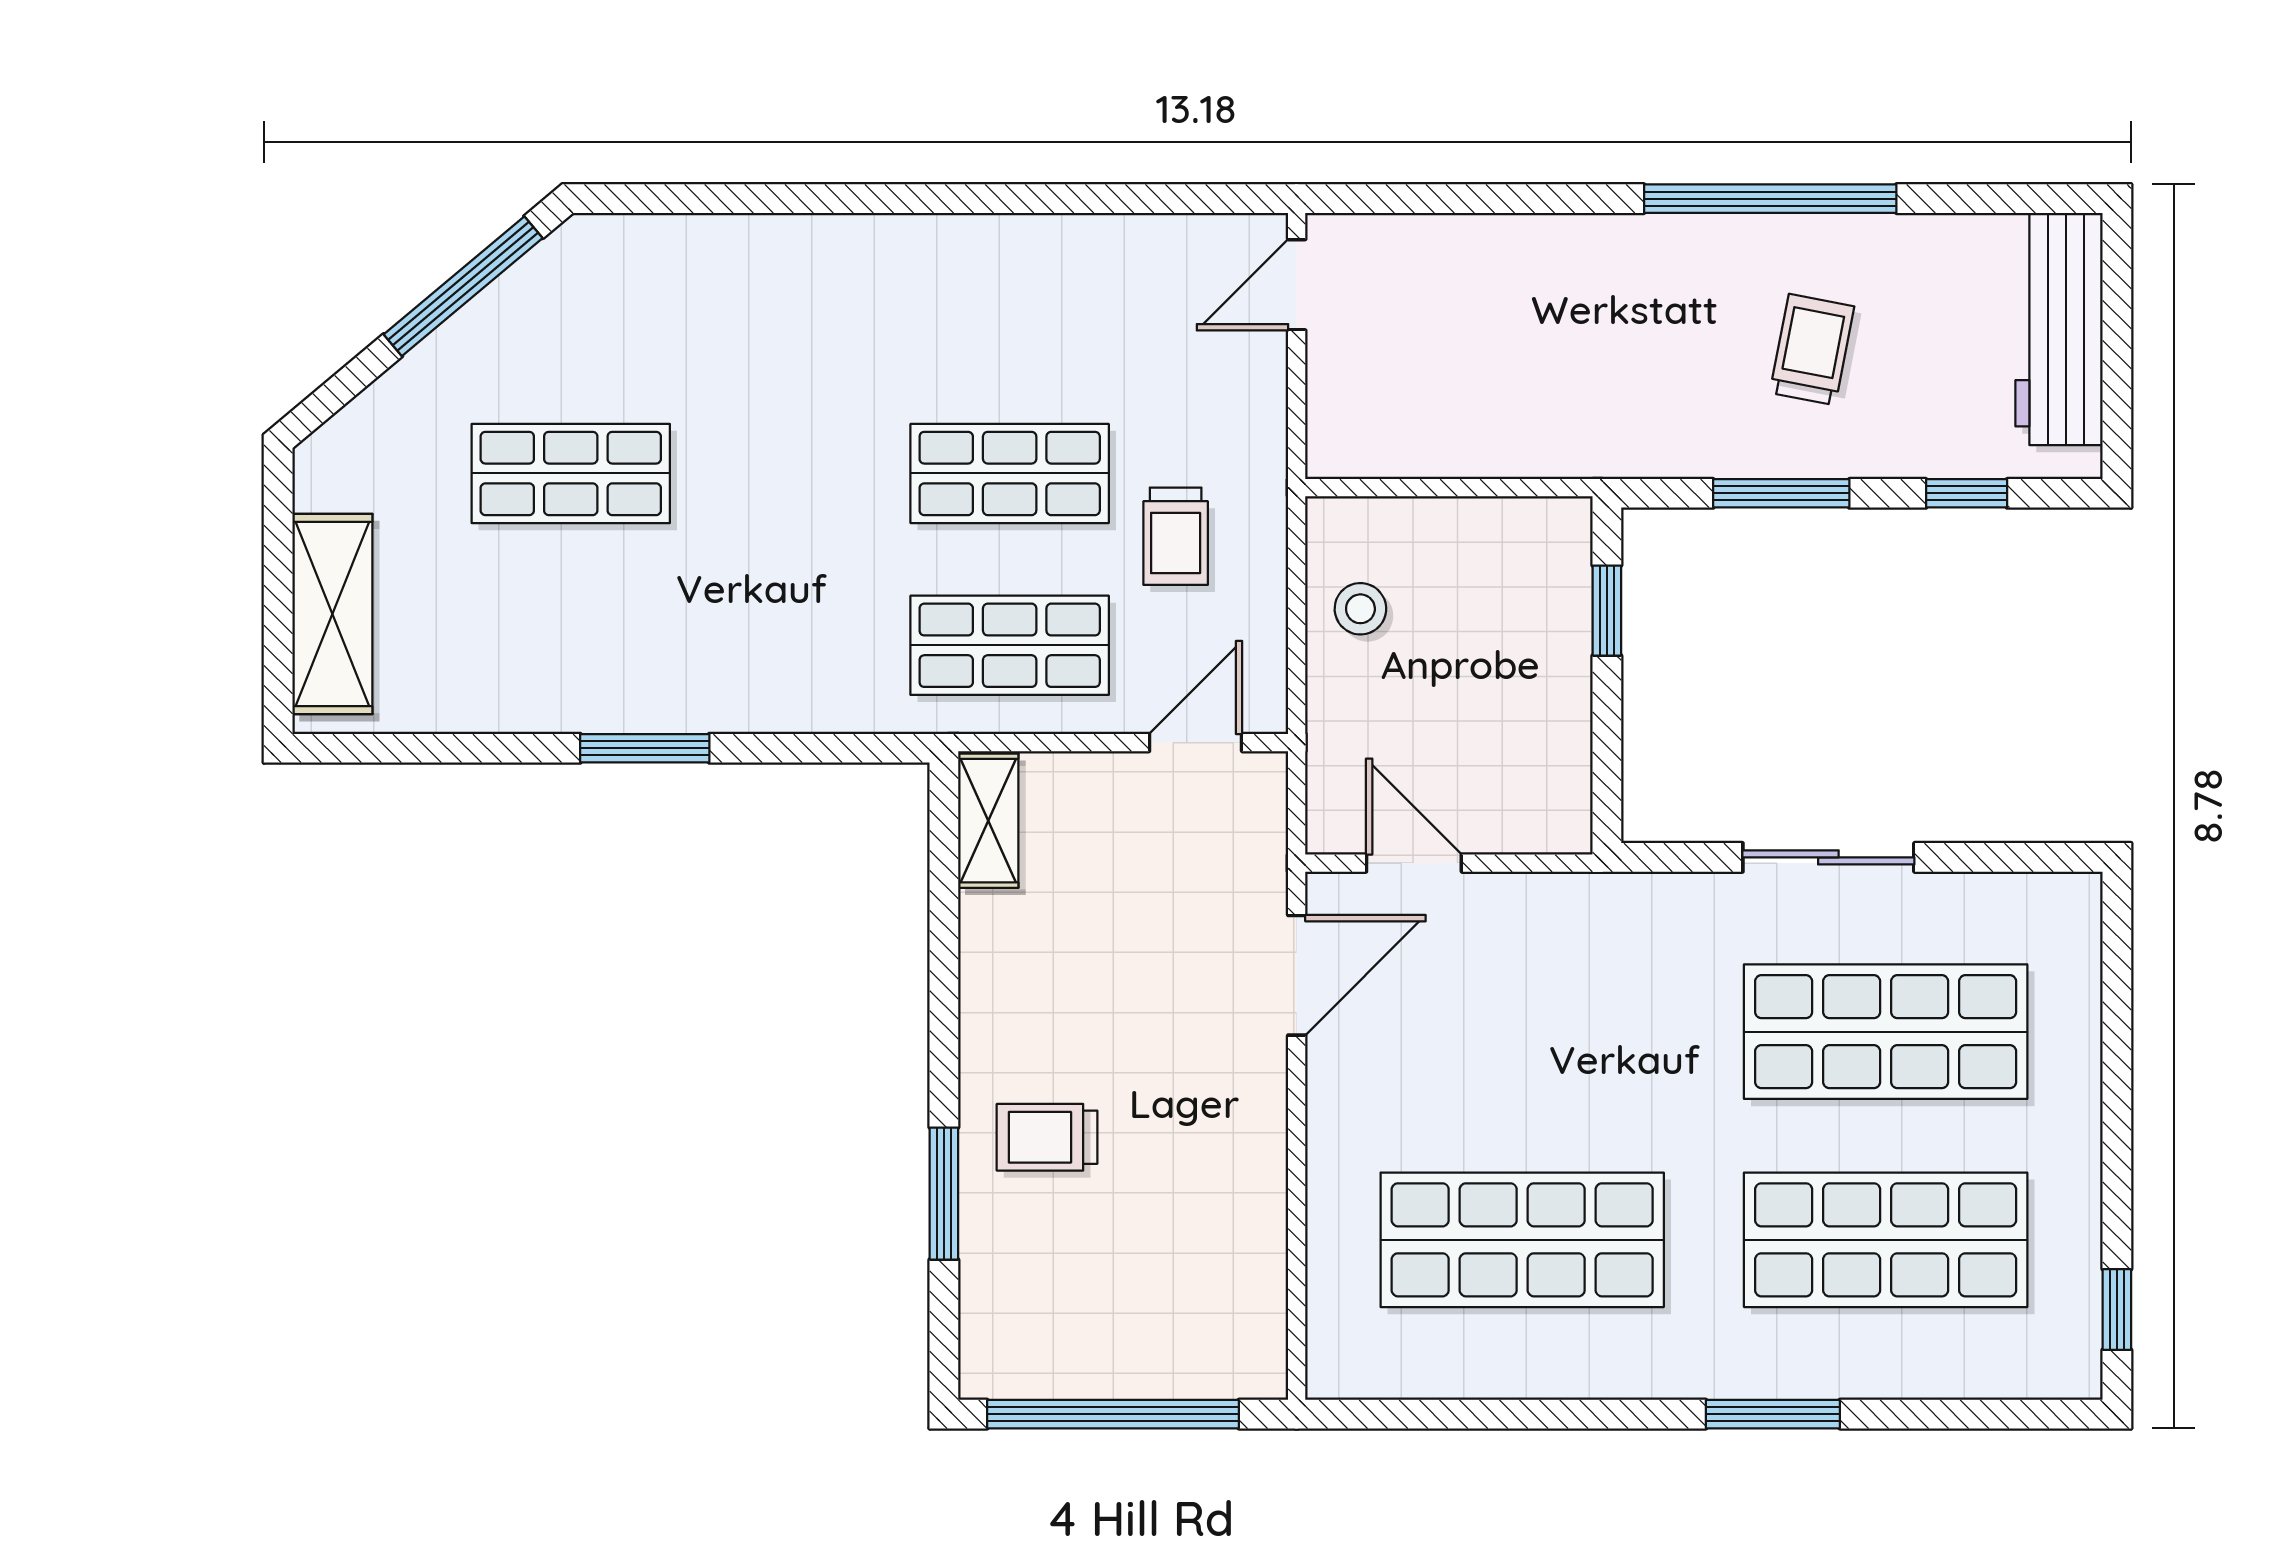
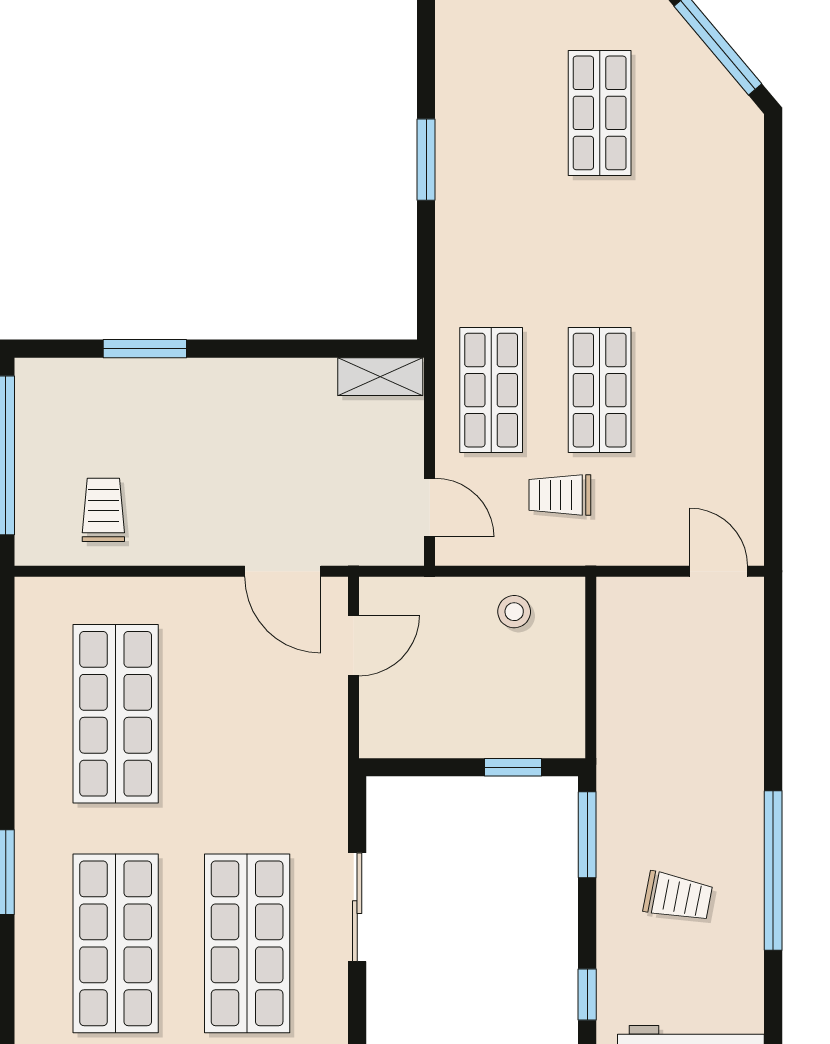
window: (1781, 493) -> (587, 835), moved
trolley: (1047, 1137) -> (103, 510), moved

